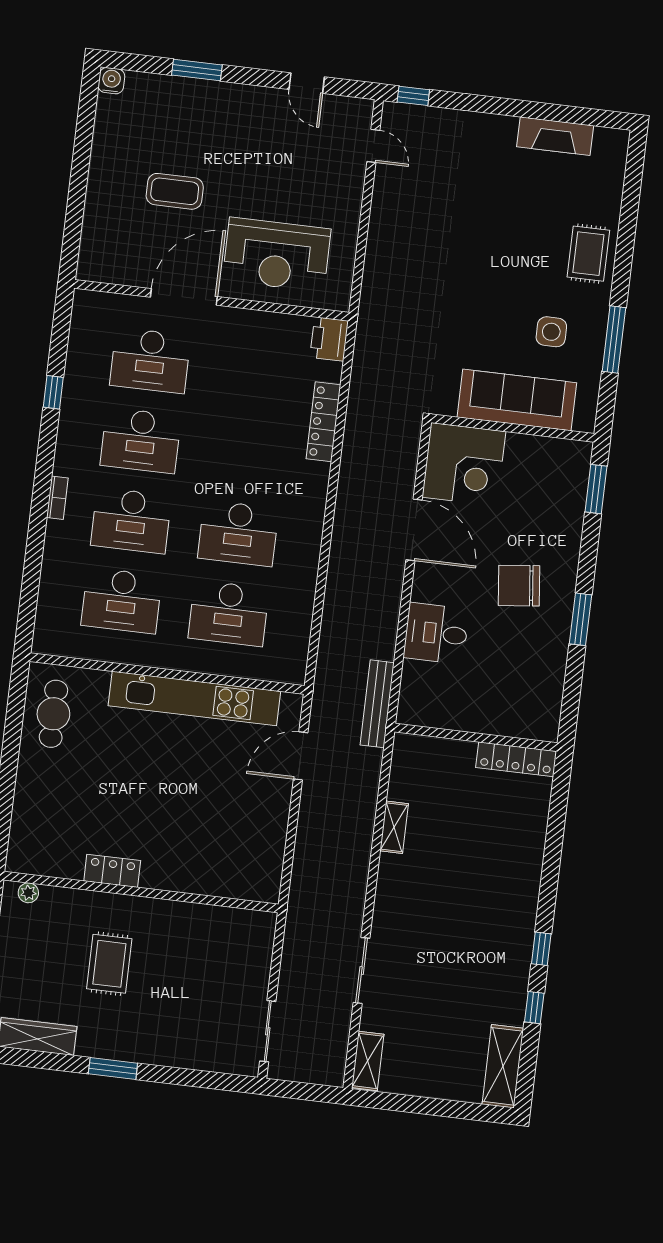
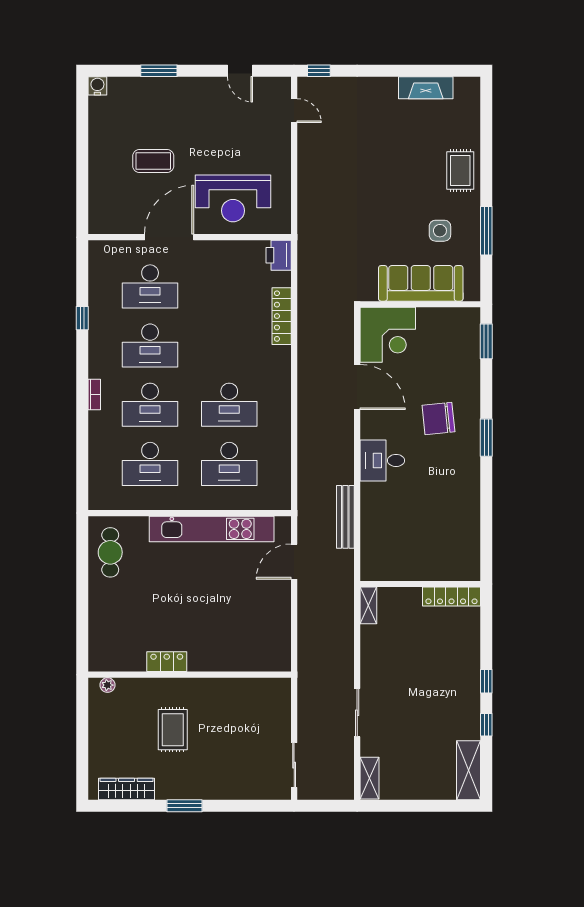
wall: (476, 737) -> (420, 584), moved
locker: (516, 759) -> (451, 597), moved

